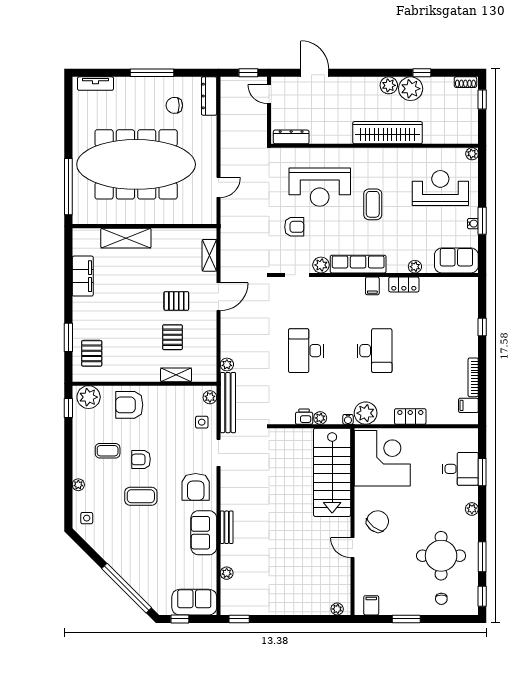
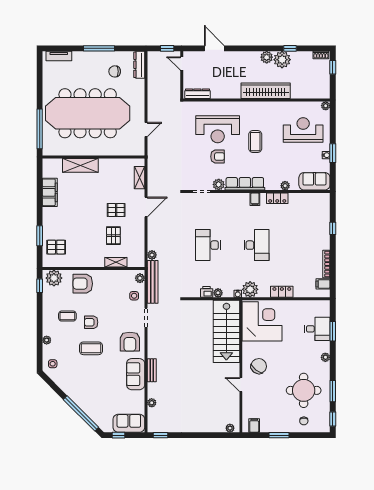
armchair: (294, 227) -> (218, 157), moved
pallet: (92, 353) -> (56, 247), turned 90

